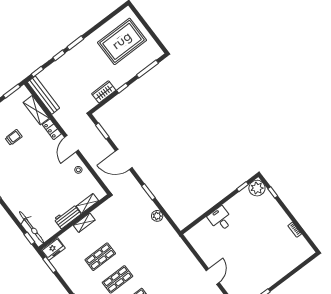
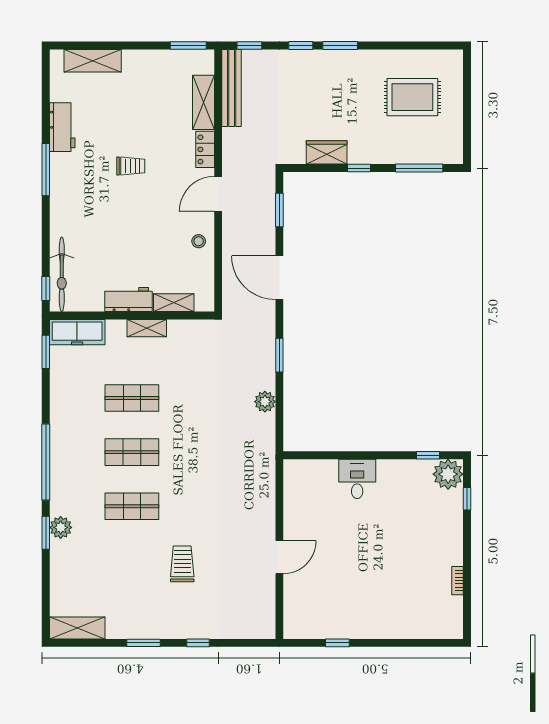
rug: (122, 41) -> (412, 97), width x0.73, depth x0.69
trolley: (14, 137) -> (131, 166), moved
freezer: (53, 249) -> (77, 332), width x1.40

